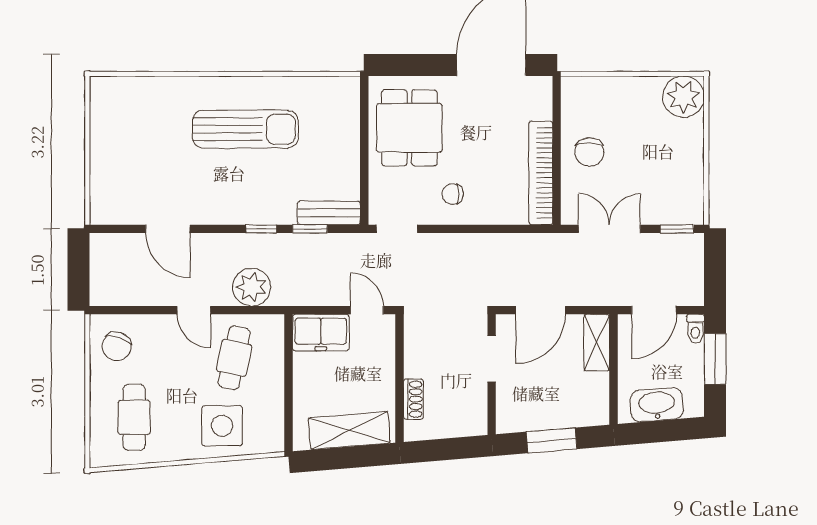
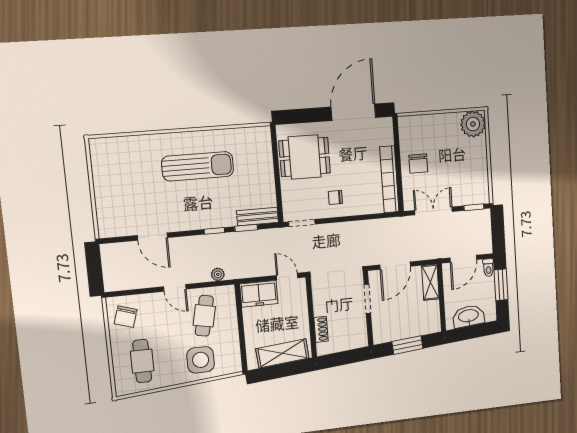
dining table: (409, 128) -> (305, 157), turned 90
plant: (252, 287) -> (218, 274), width x0.53, depth x0.53

